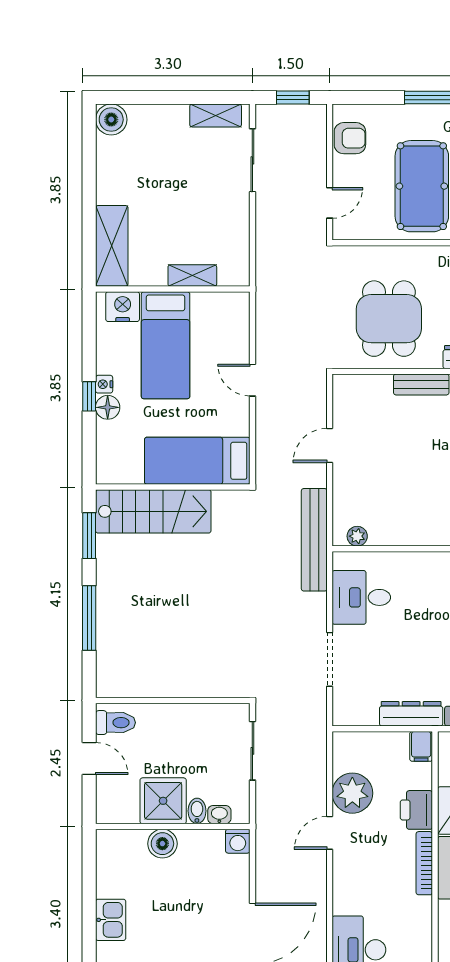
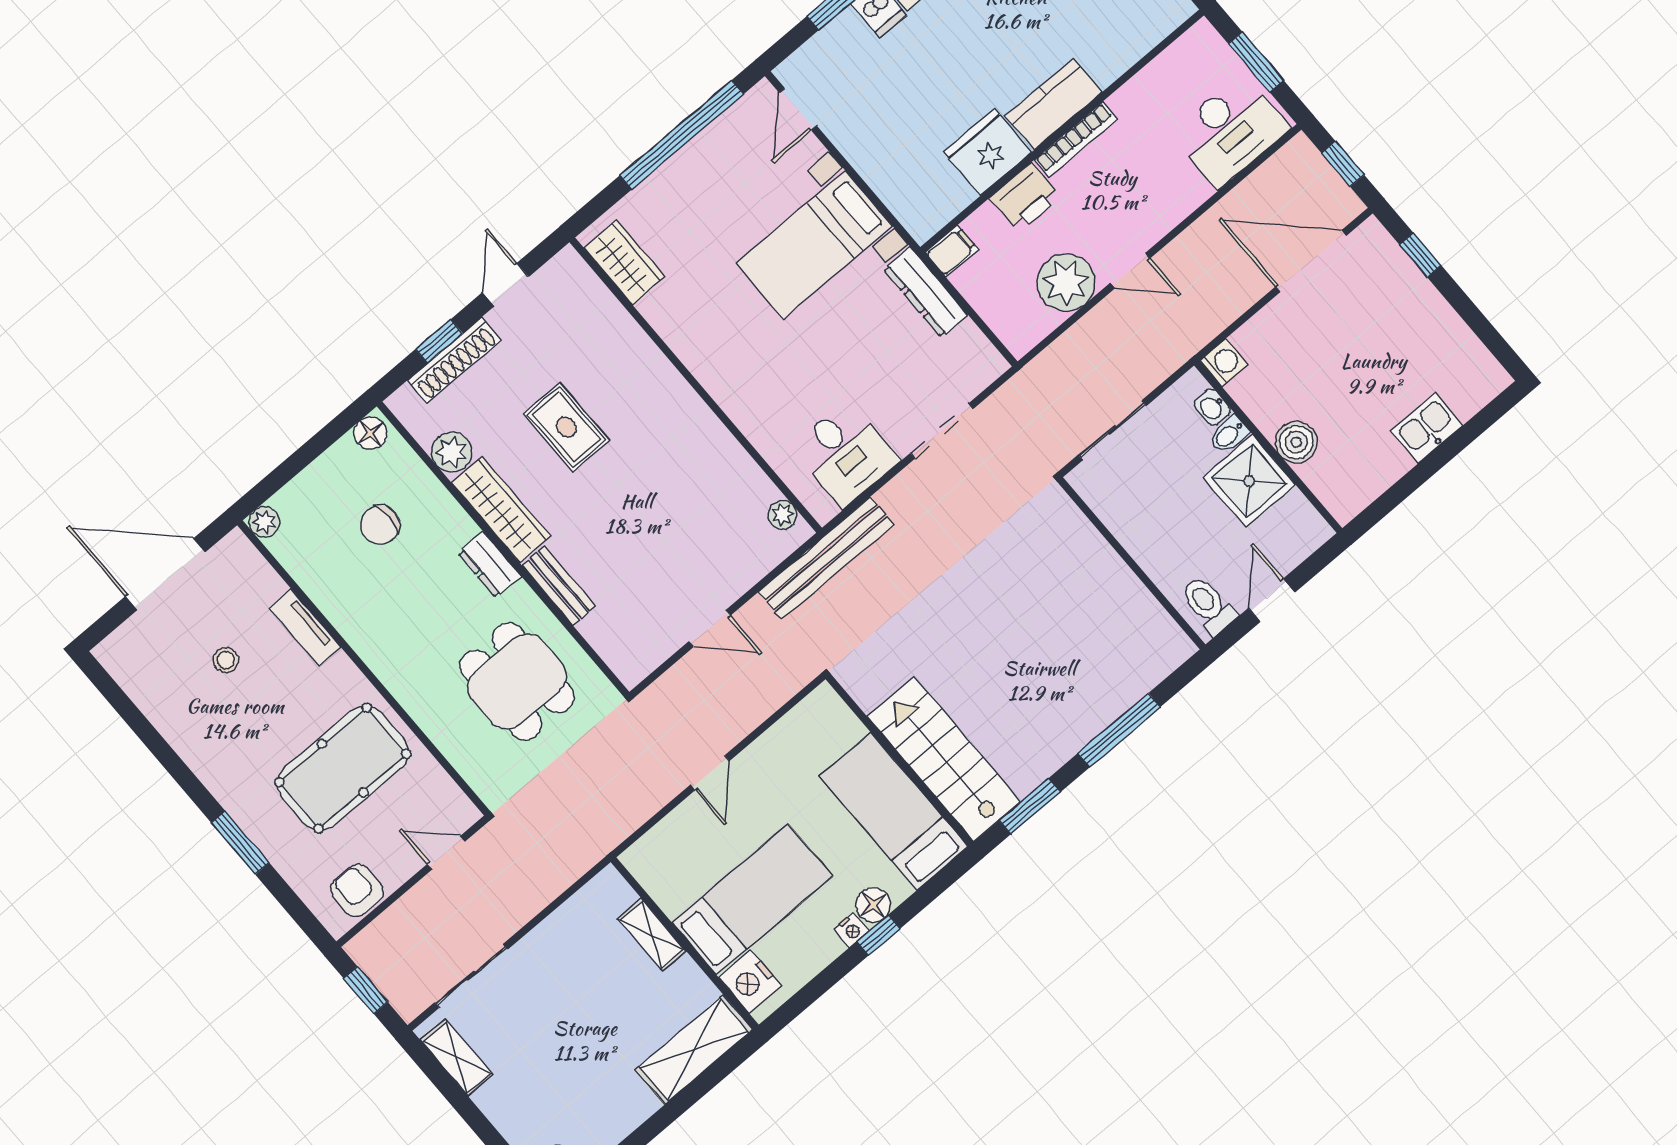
dining table: (389, 319) -> (517, 681), turned 90
bed: (197, 461) -> (894, 811), moved, turned 180

